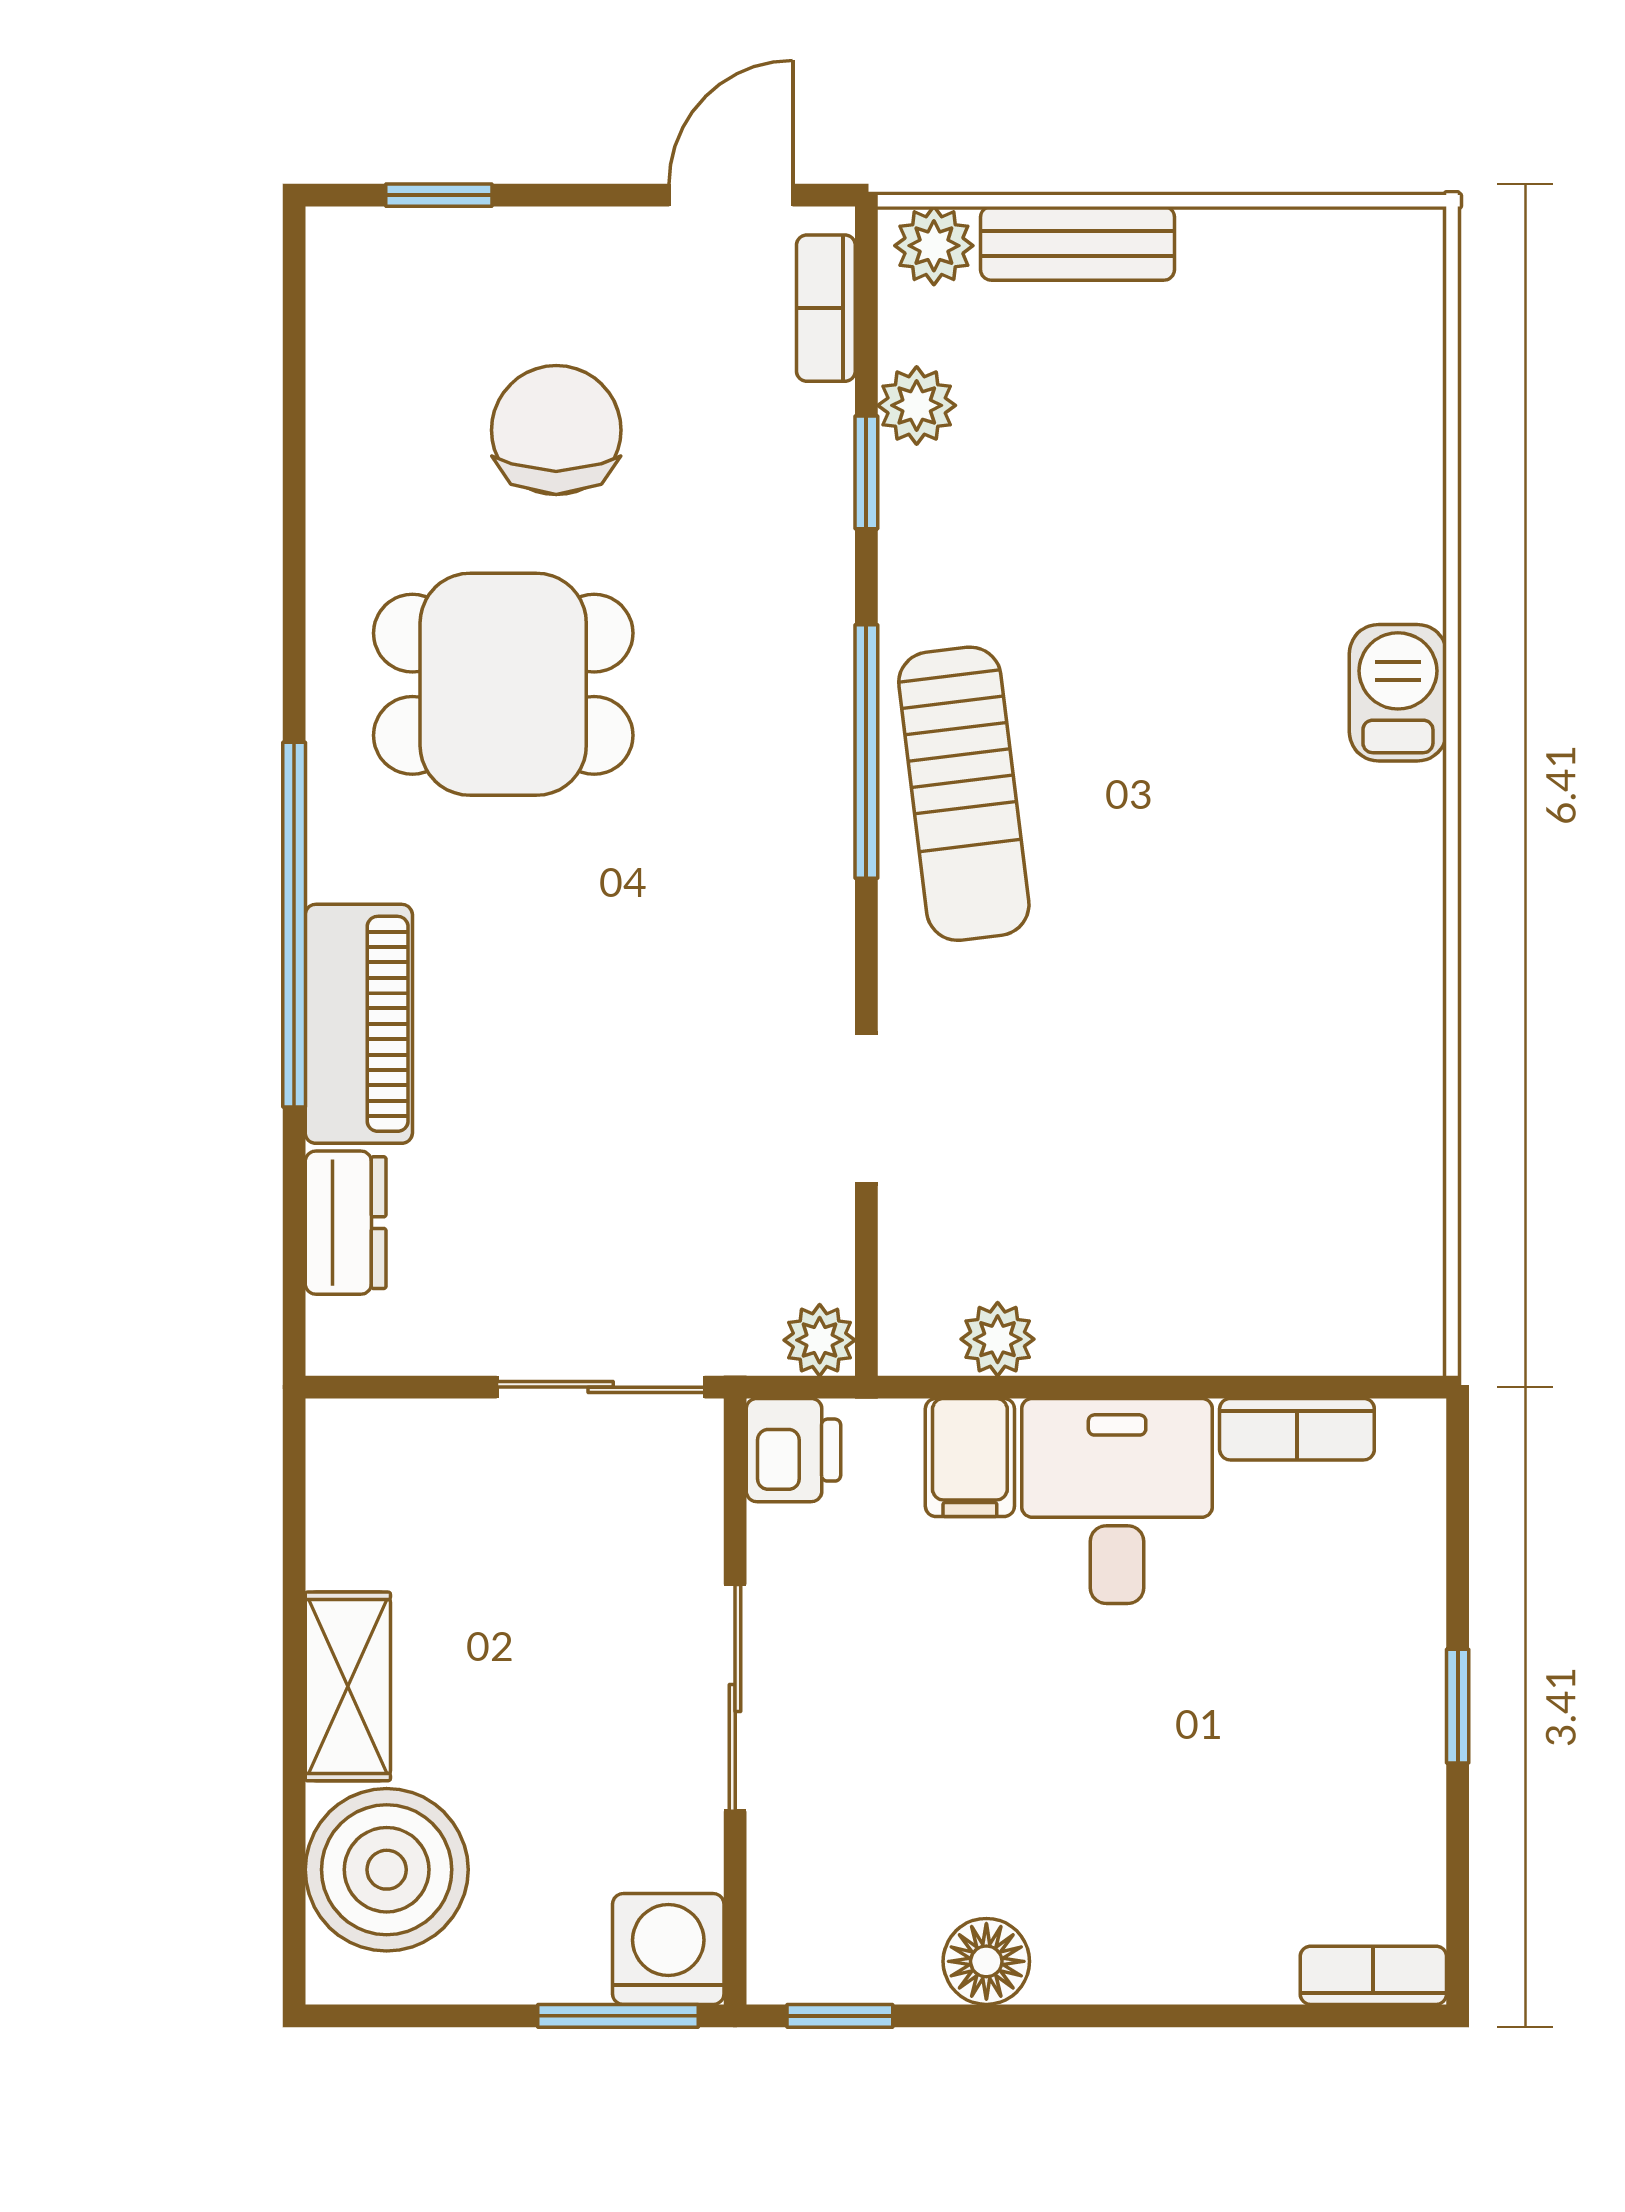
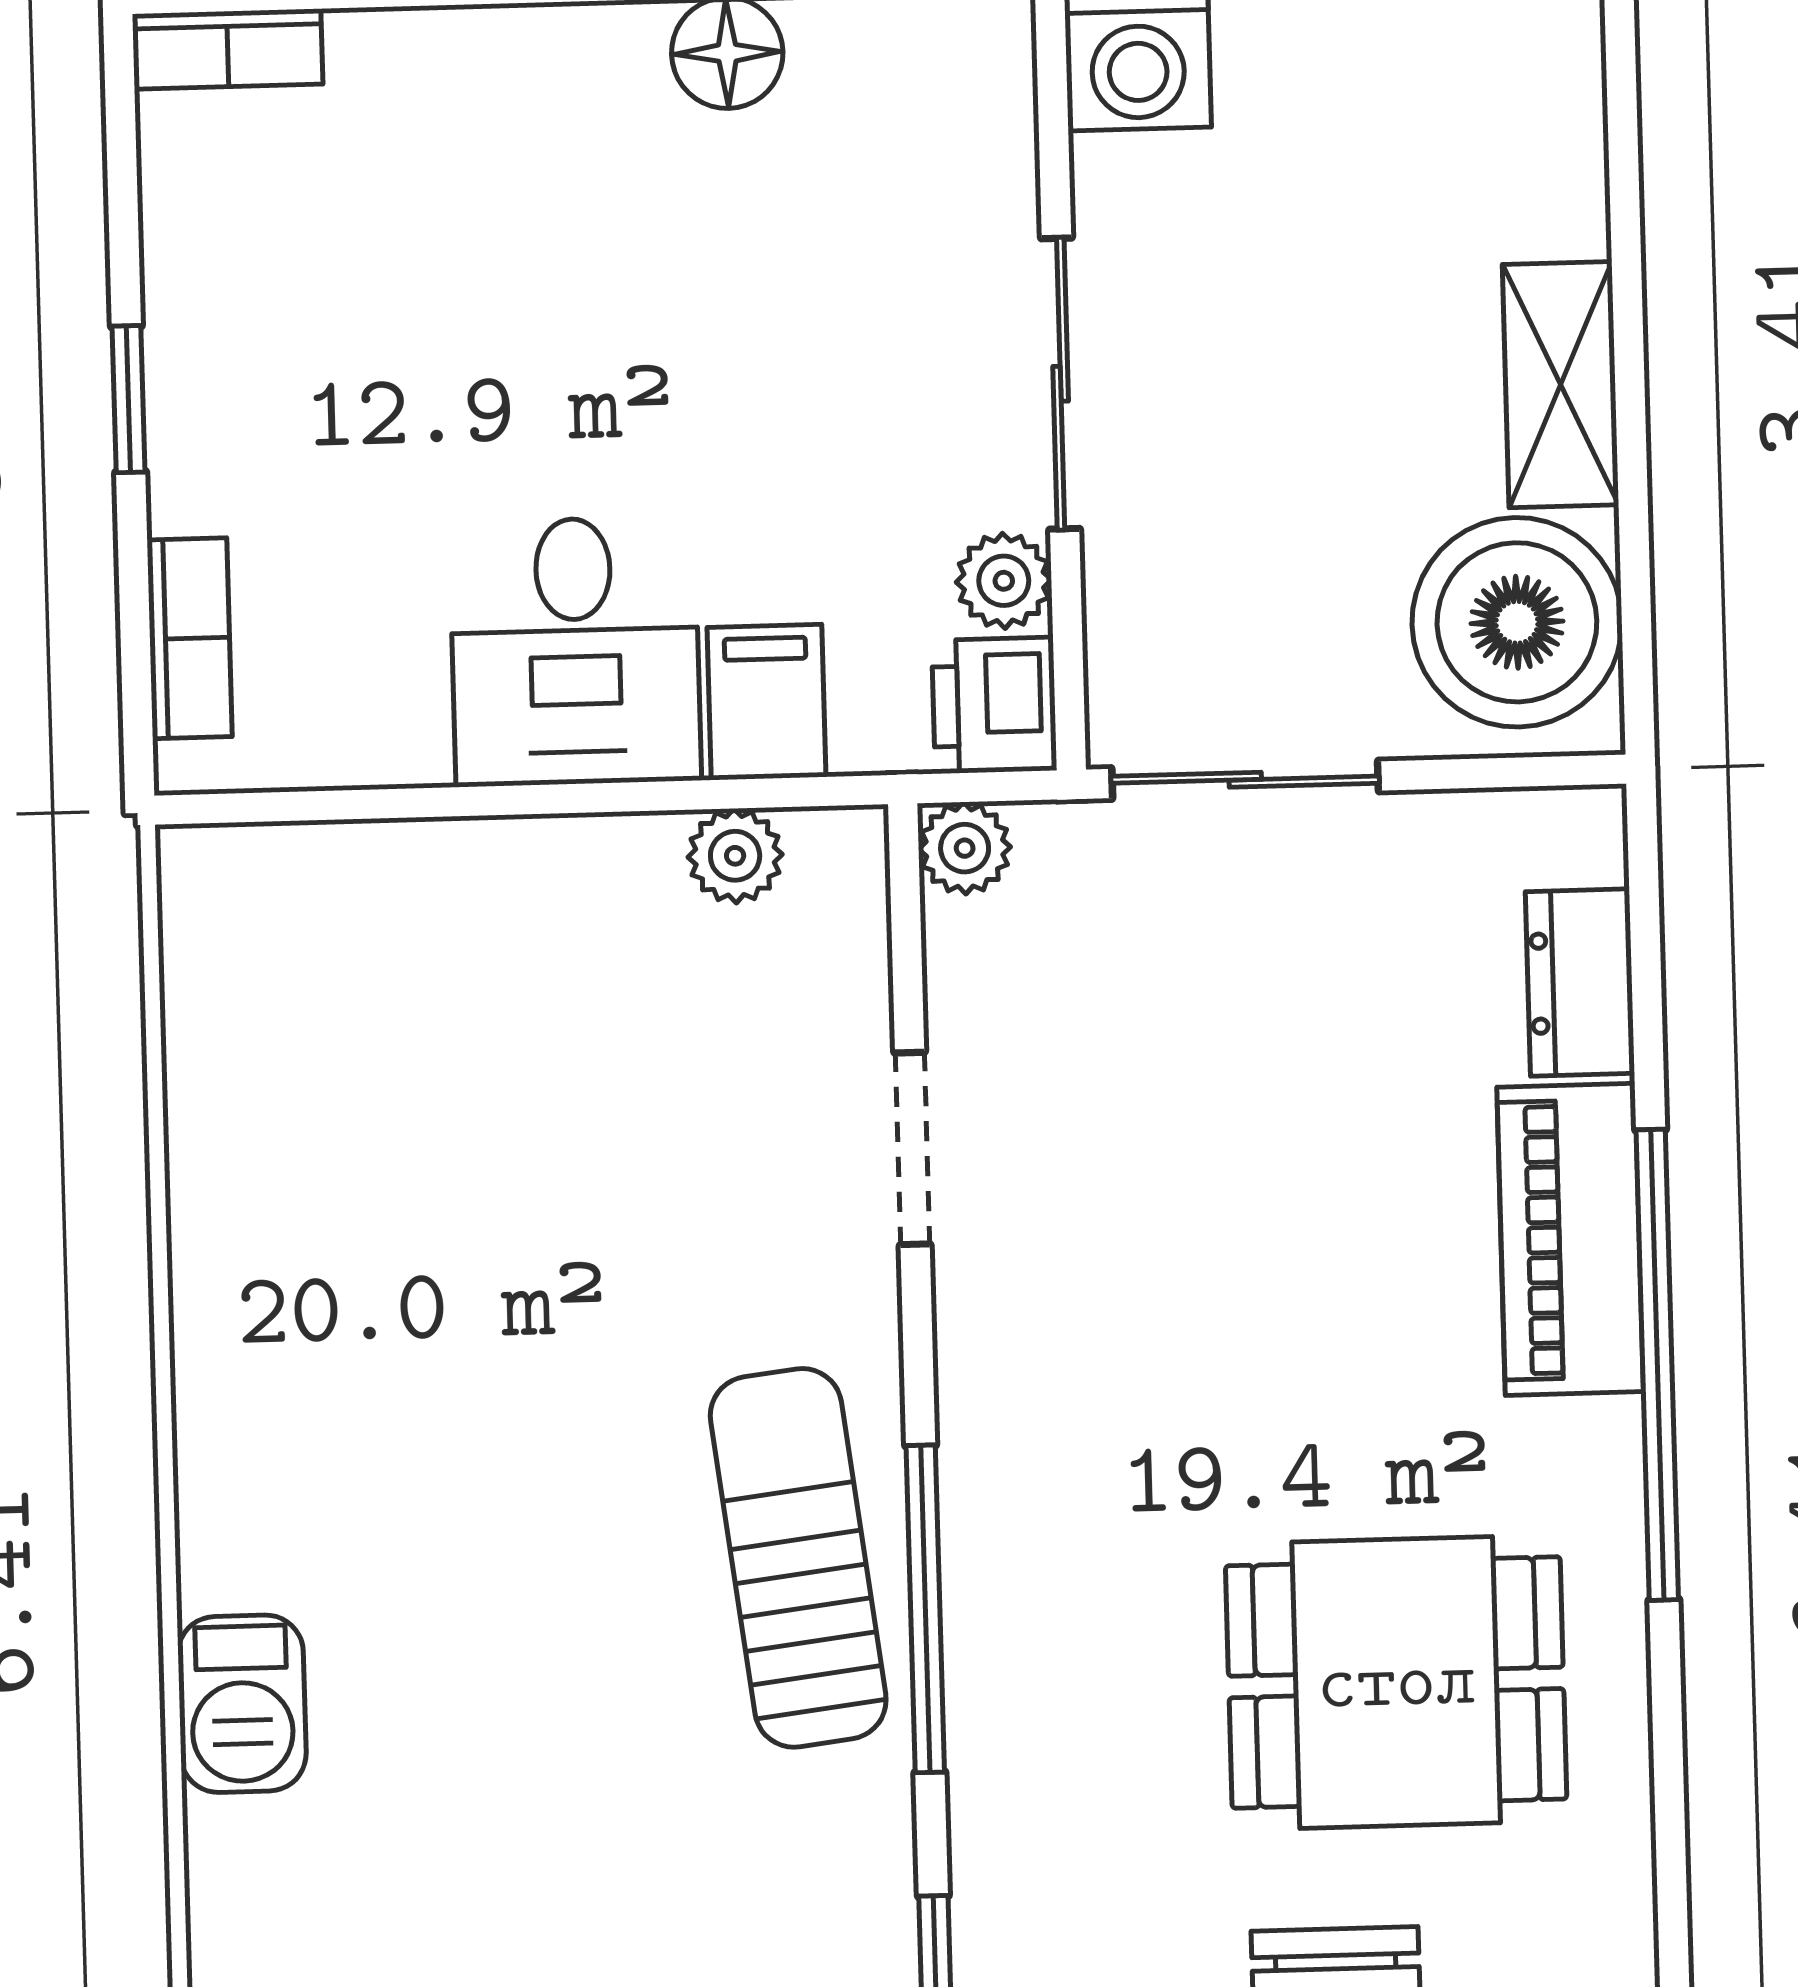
bookcase: (1297, 1429) -> (190, 638), moved, turned 90
plant: (783, 1546) -> (1004, 581), added
boiler: (387, 1870) -> (1517, 622), moved

